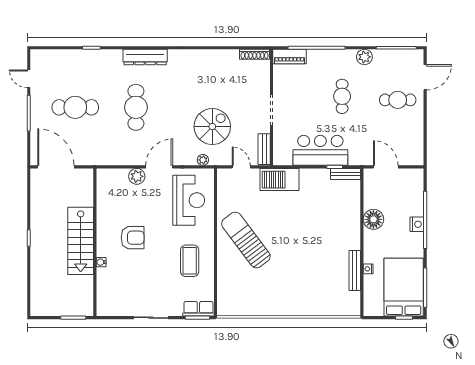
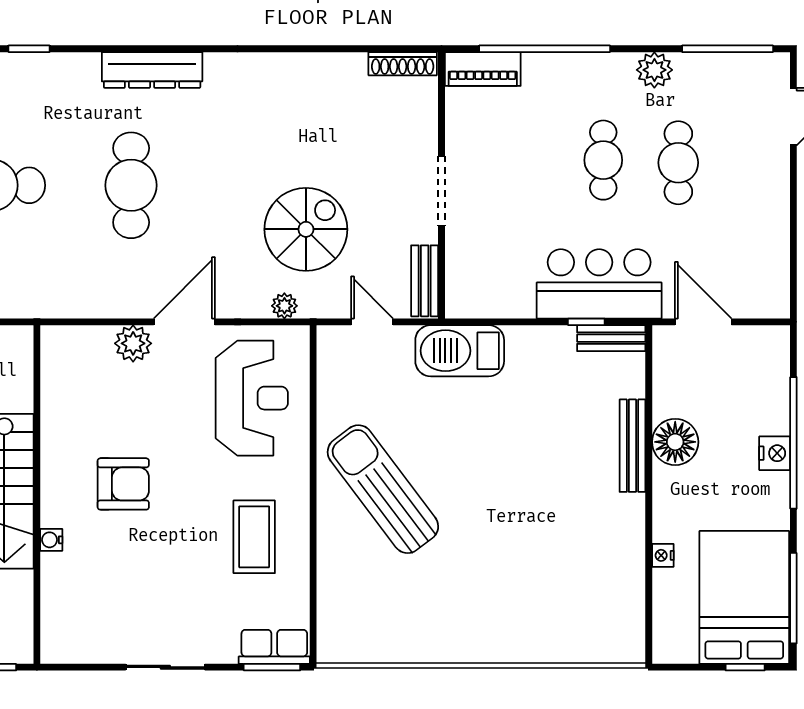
cafe table: (398, 100) -> (678, 163), moved, turned 90
bar counter: (320, 150) -> (599, 284), moved
bench: (355, 271) -> (632, 446), moved

